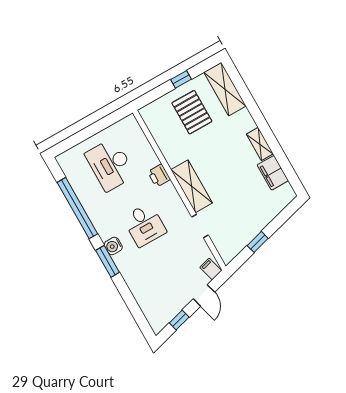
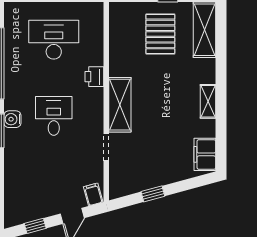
desk: (110, 165) -> (54, 40), turned 90
filing cabinet: (273, 173) -> (205, 154), moved
desk: (144, 225) -> (54, 116), turned 180

